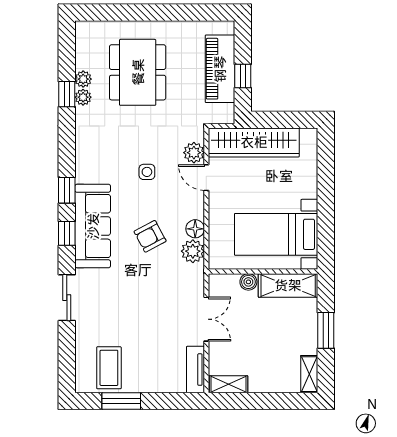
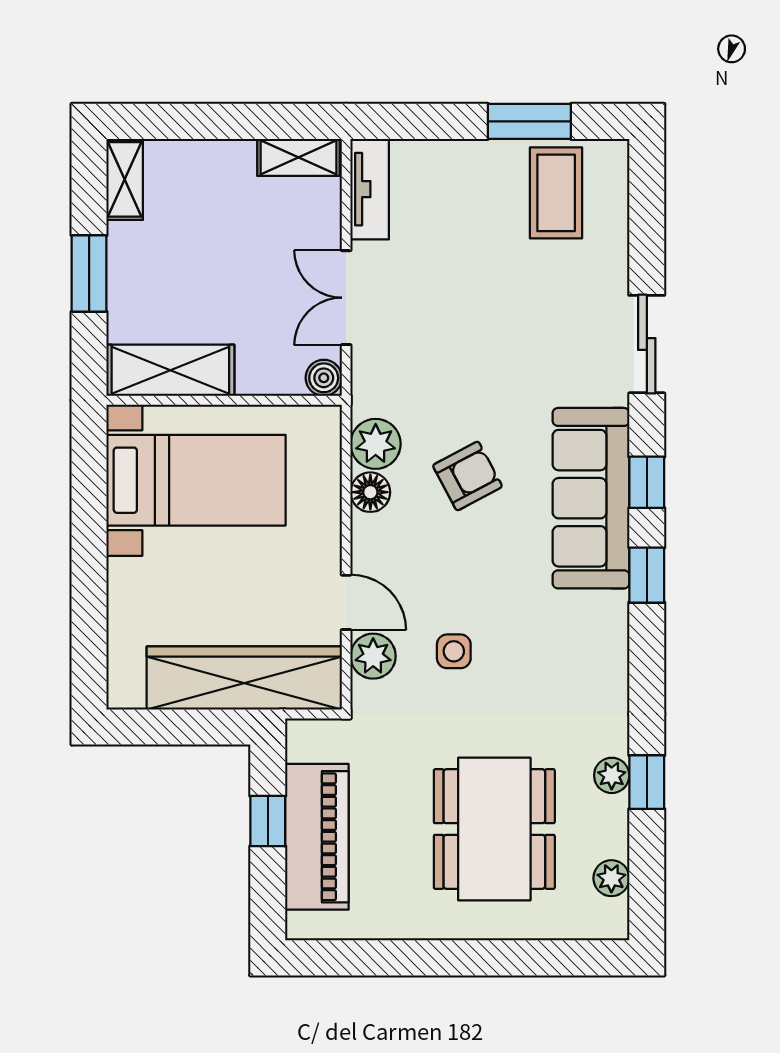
plant: (83, 79) -> (611, 878), moved
side table: (147, 172) -> (454, 651), moved
boiler: (248, 282) -> (324, 378), moved

